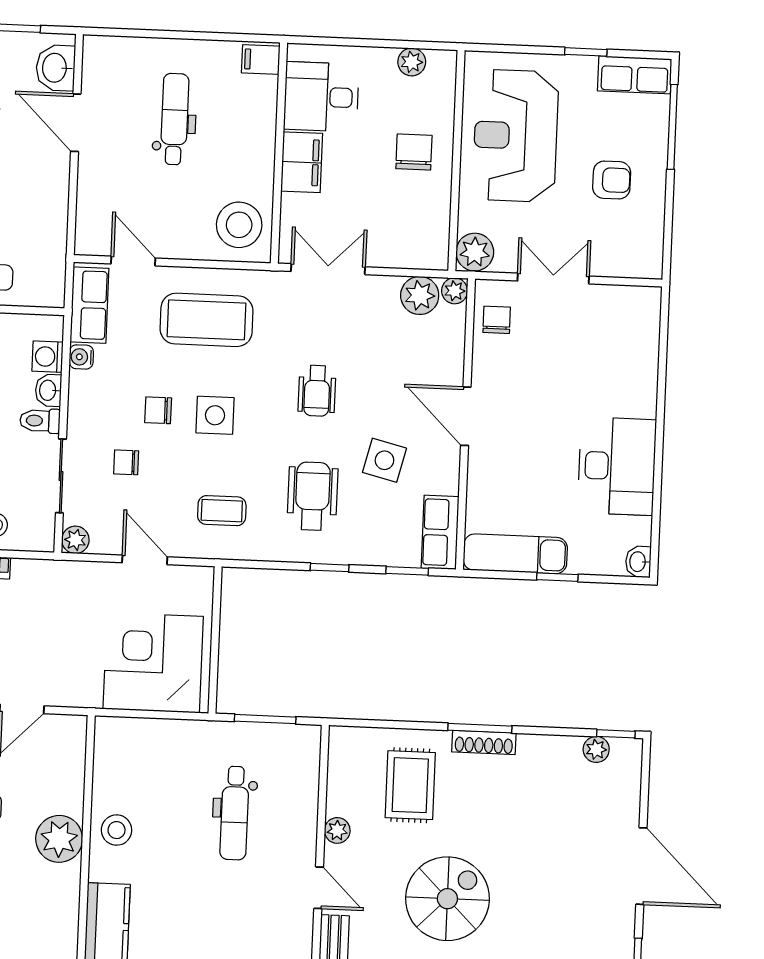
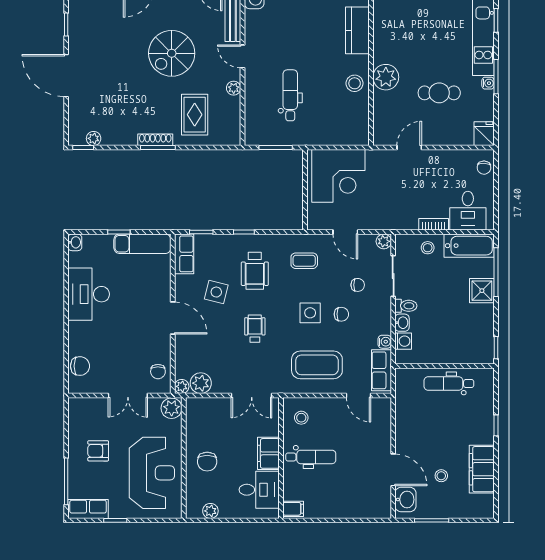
dental chair: (175, 119) -> (311, 457), moved, turned -90
stool: (239, 225) -> (301, 418), width x0.53, depth x0.53
chair: (638, 336) -> (80, 366), added

